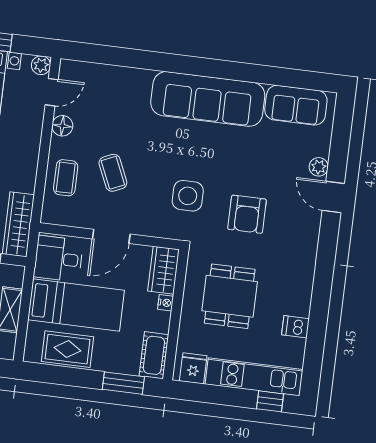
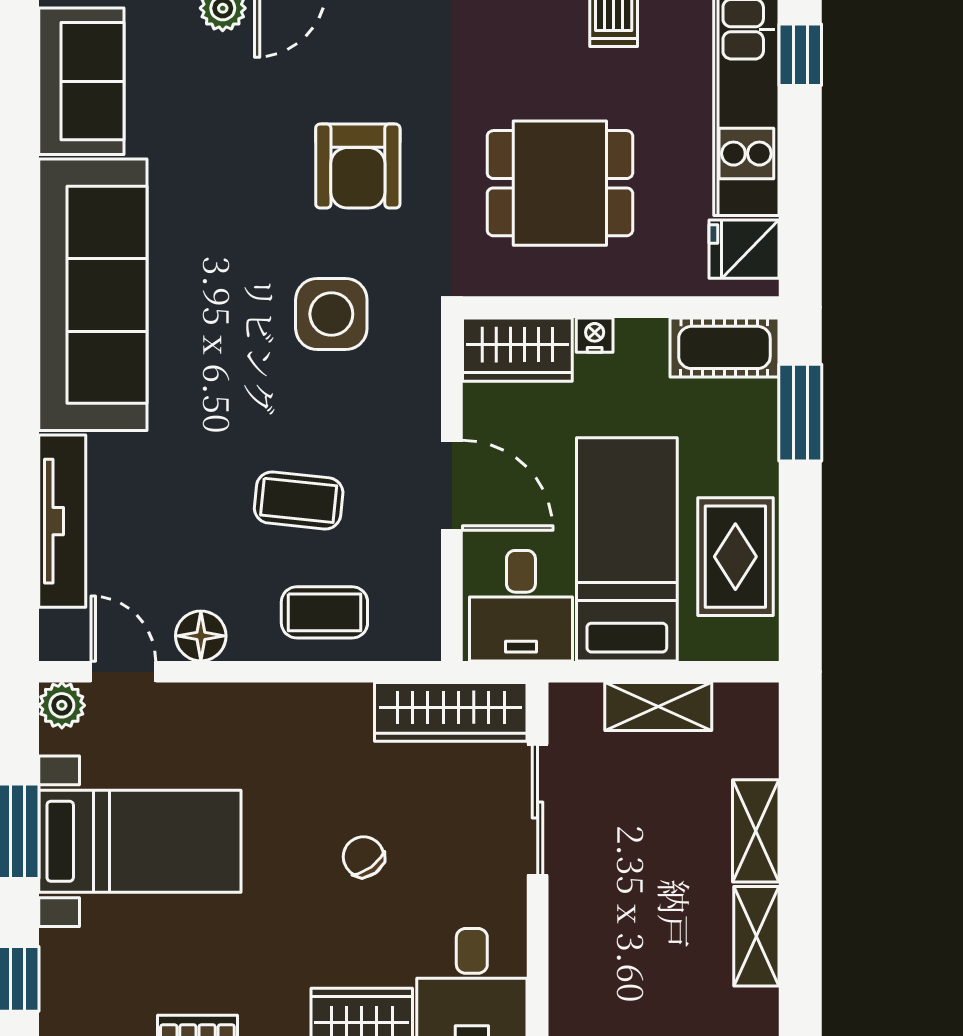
tv unit: (117, 75) -> (62, 521), added
coffee table: (113, 173) -> (299, 500), turned 30
armchair: (247, 214) -> (358, 166), turned 90

